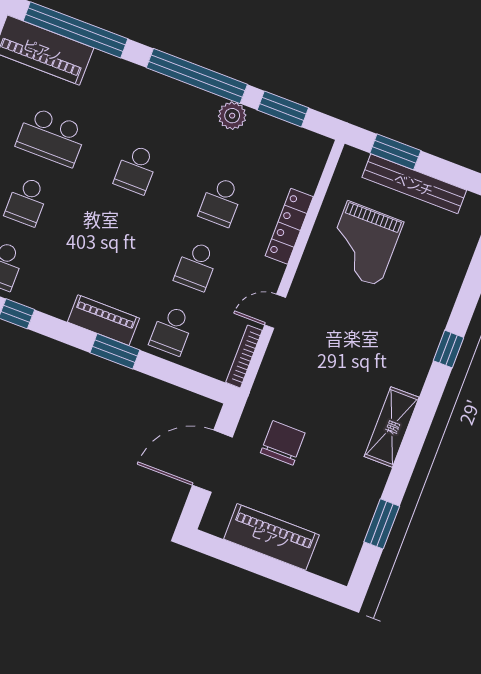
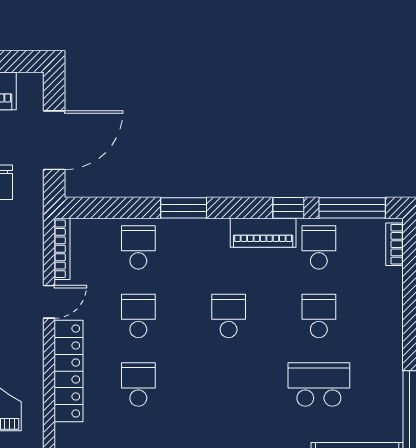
school desk: (136, 169) -> (229, 316), moved
locker: (289, 226) -> (69, 371), width x1.41, depth x1.21
piano: (103, 320) -> (263, 233), moved

